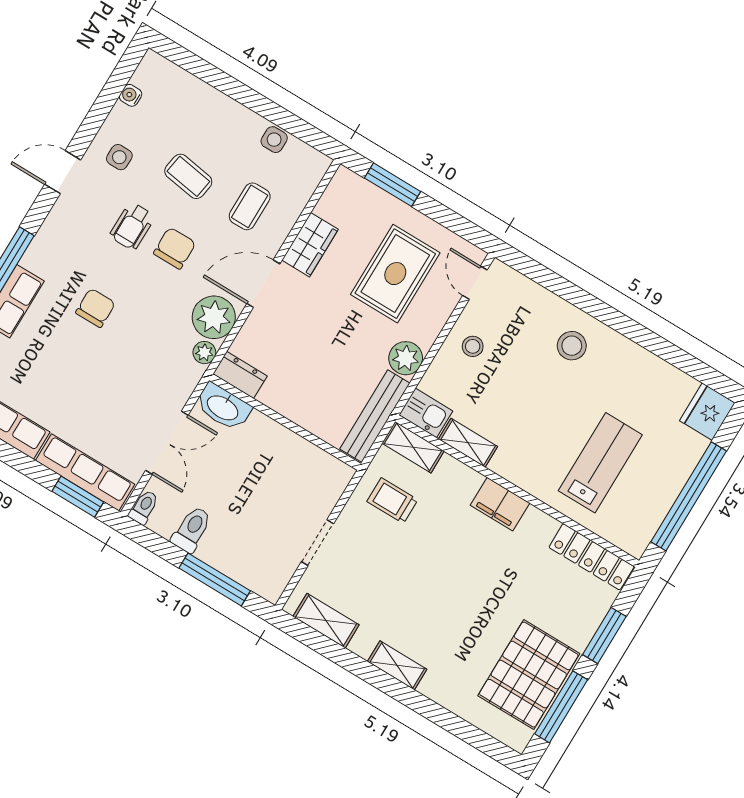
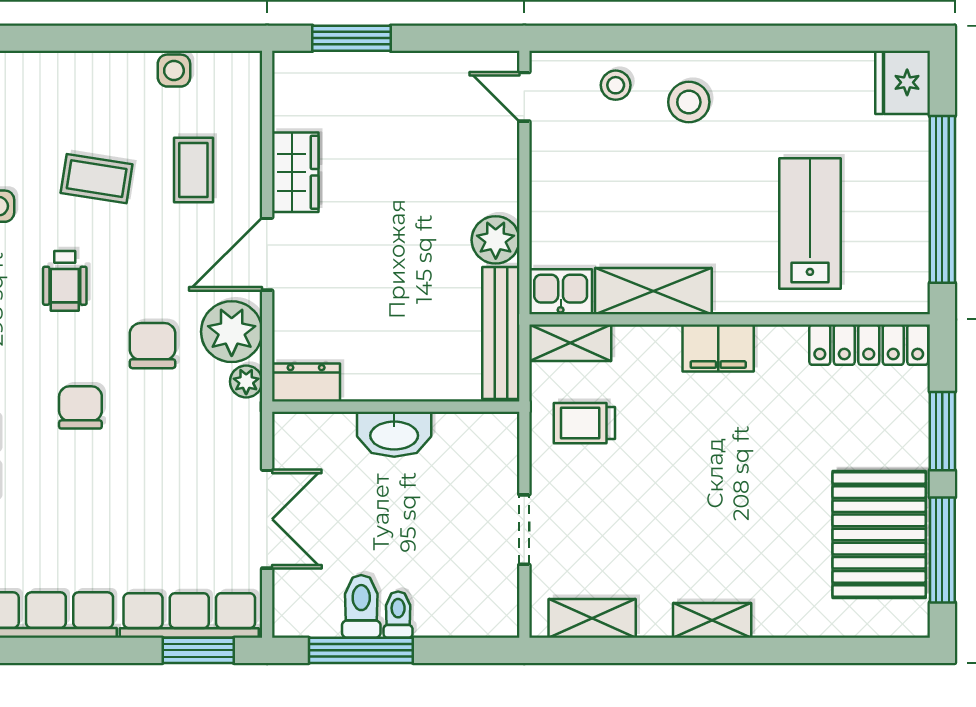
chair: (175, 248) -> (153, 346), moved
rug: (395, 274) -> (421, 144), removed
stool: (473, 346) -> (616, 85), moved
washbasin: (223, 407) -> (394, 434), moved
shelving: (468, 443) -> (653, 291), width x1.50, depth x1.33
toilet: (144, 507) -> (398, 615), moved
window: (215, 579) -> (361, 650), moved

